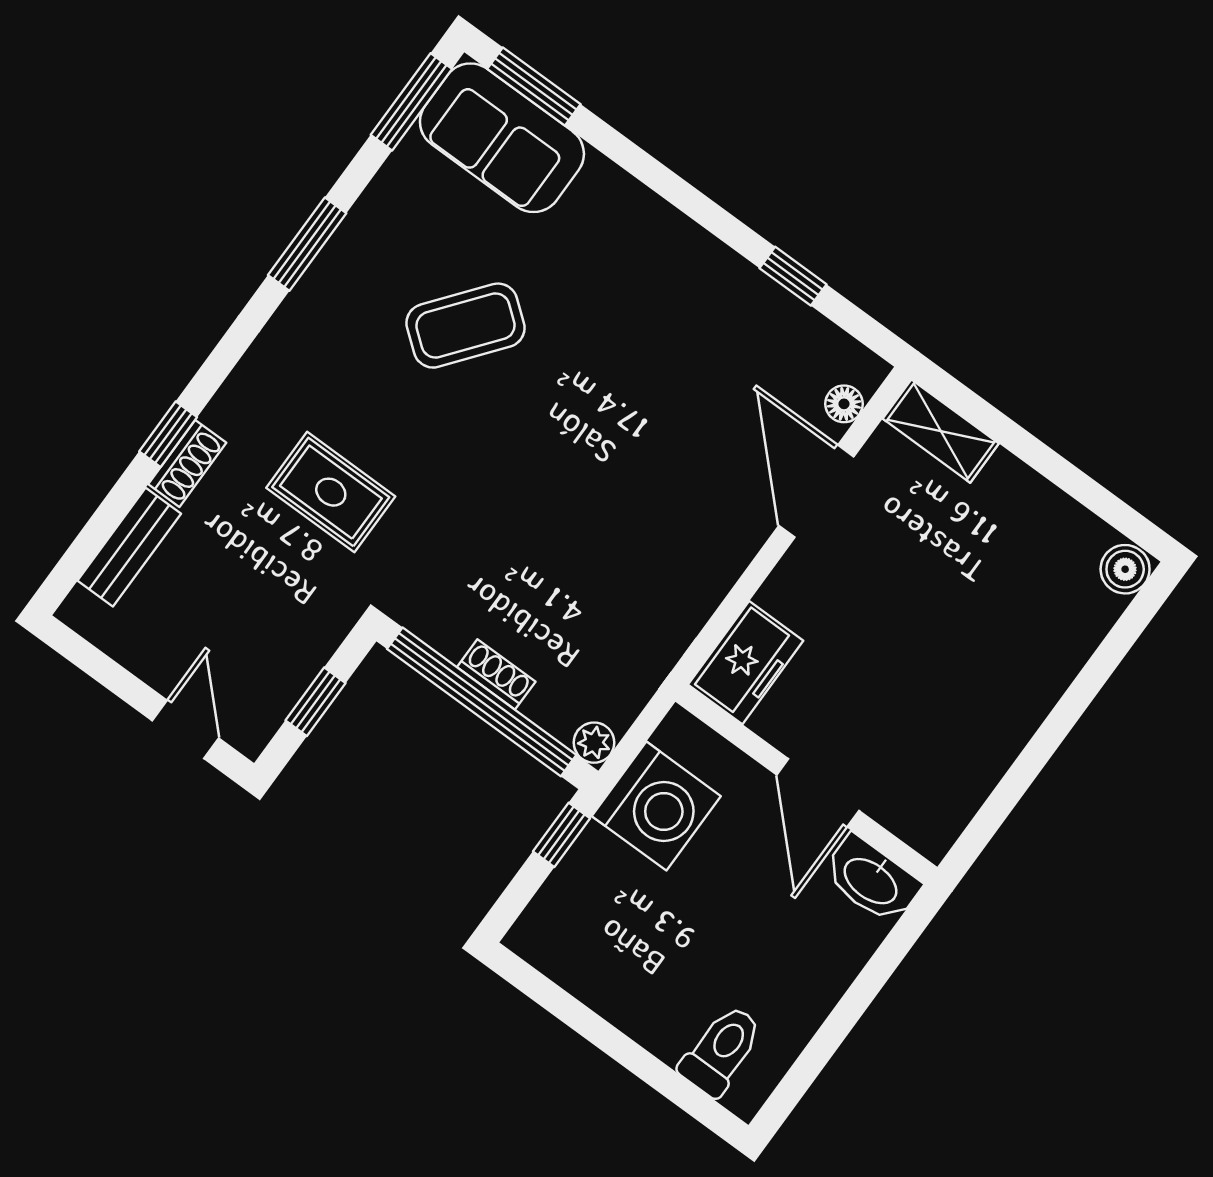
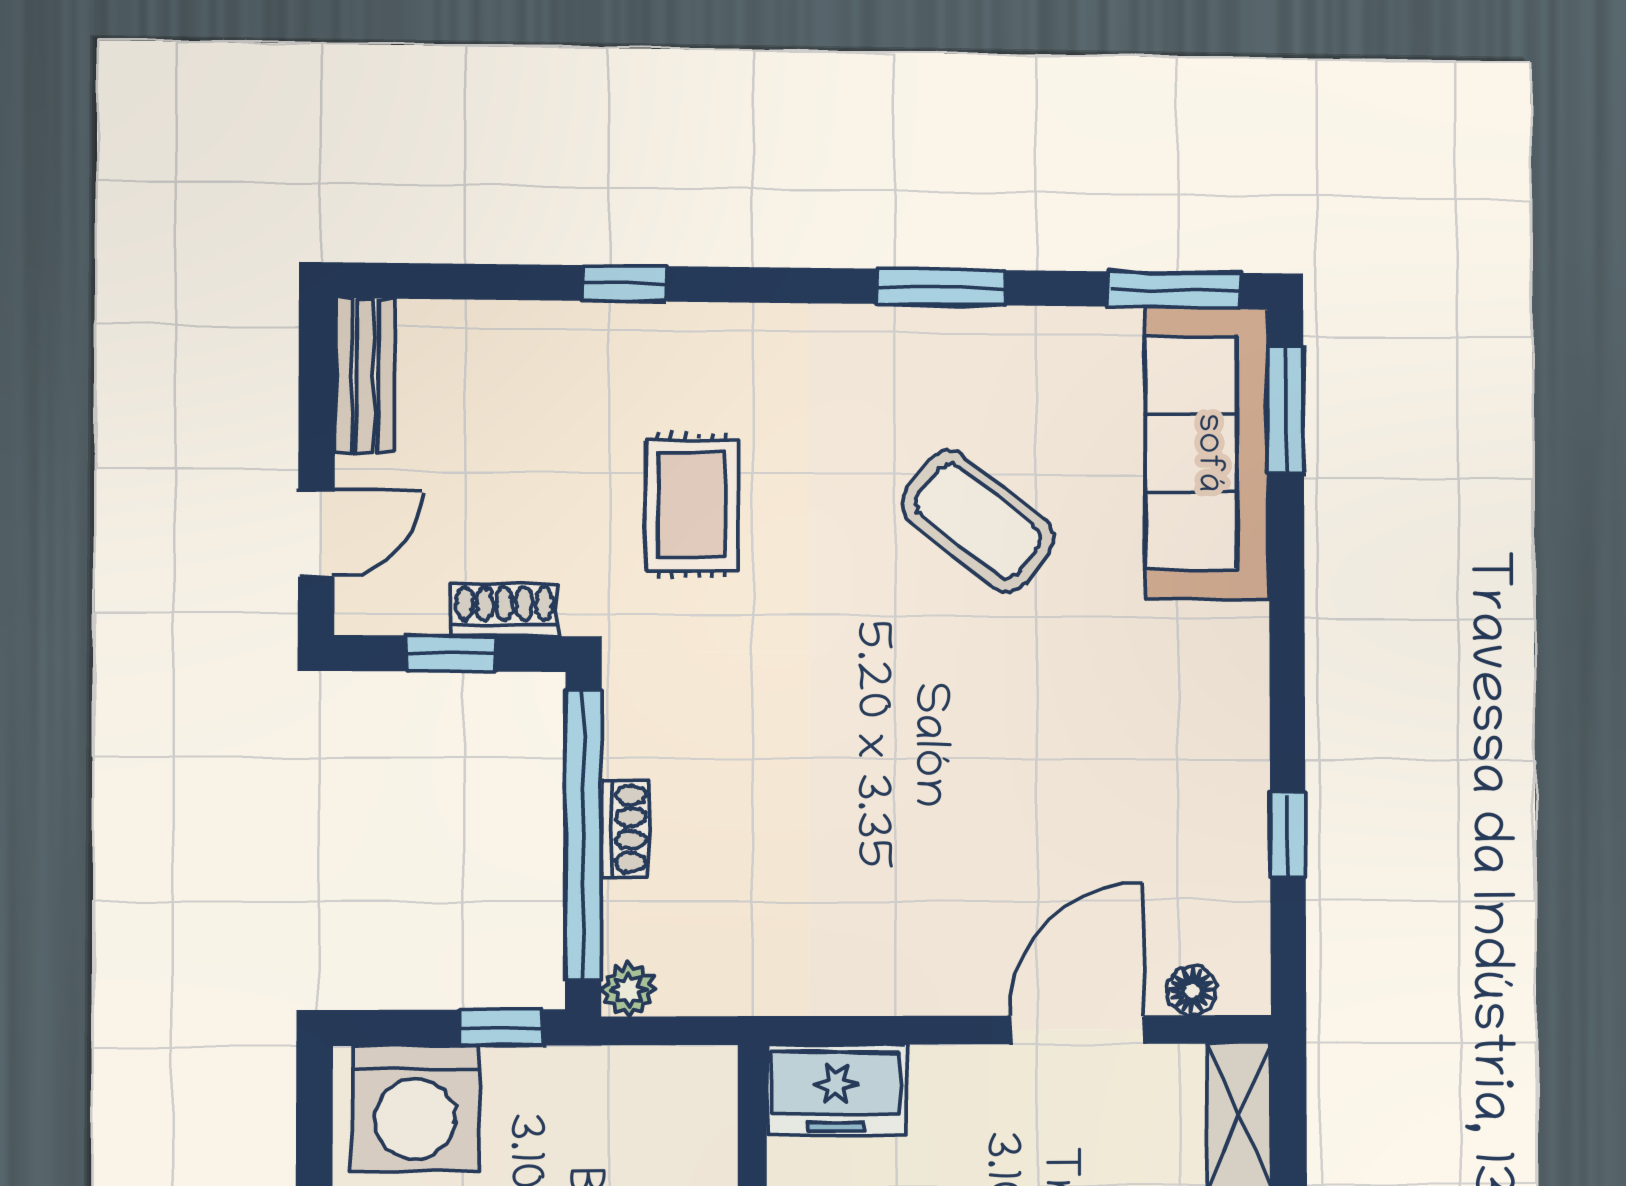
sofa: (502, 138) -> (1207, 453), width x1.36
shoe rack: (187, 463) -> (504, 610), moved, turned 180
bench: (129, 547) -> (365, 376), moved, turned 90
washing machine: (656, 806) -> (415, 1109), moved

